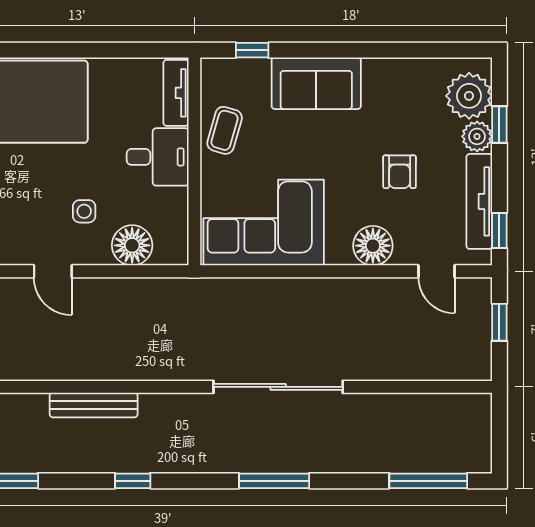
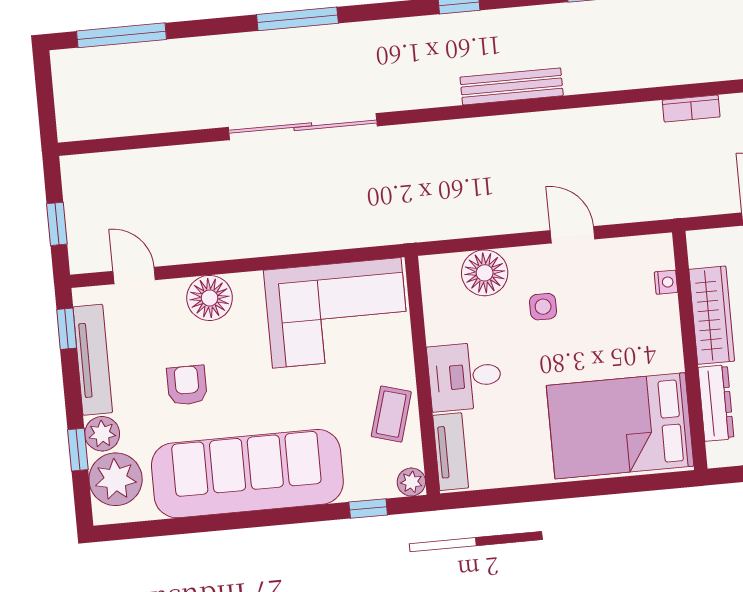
plant: (213, 70) -> (411, 482), added
sofa: (316, 83) -> (247, 474), width x1.85, depth x1.27

